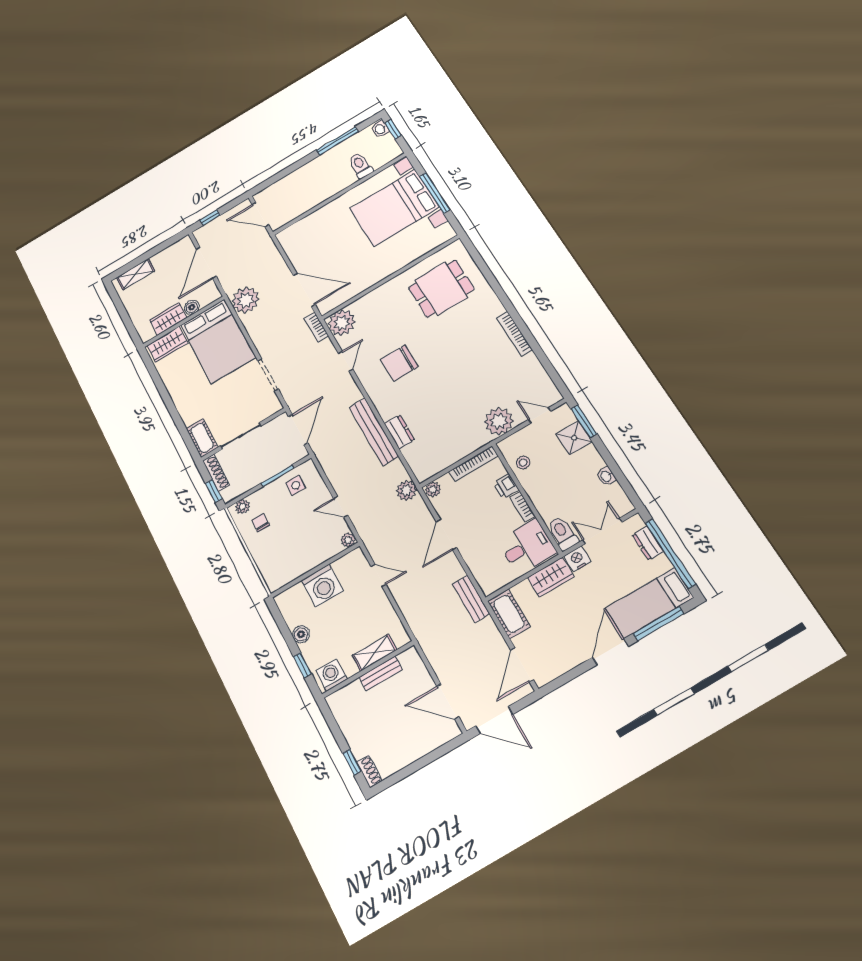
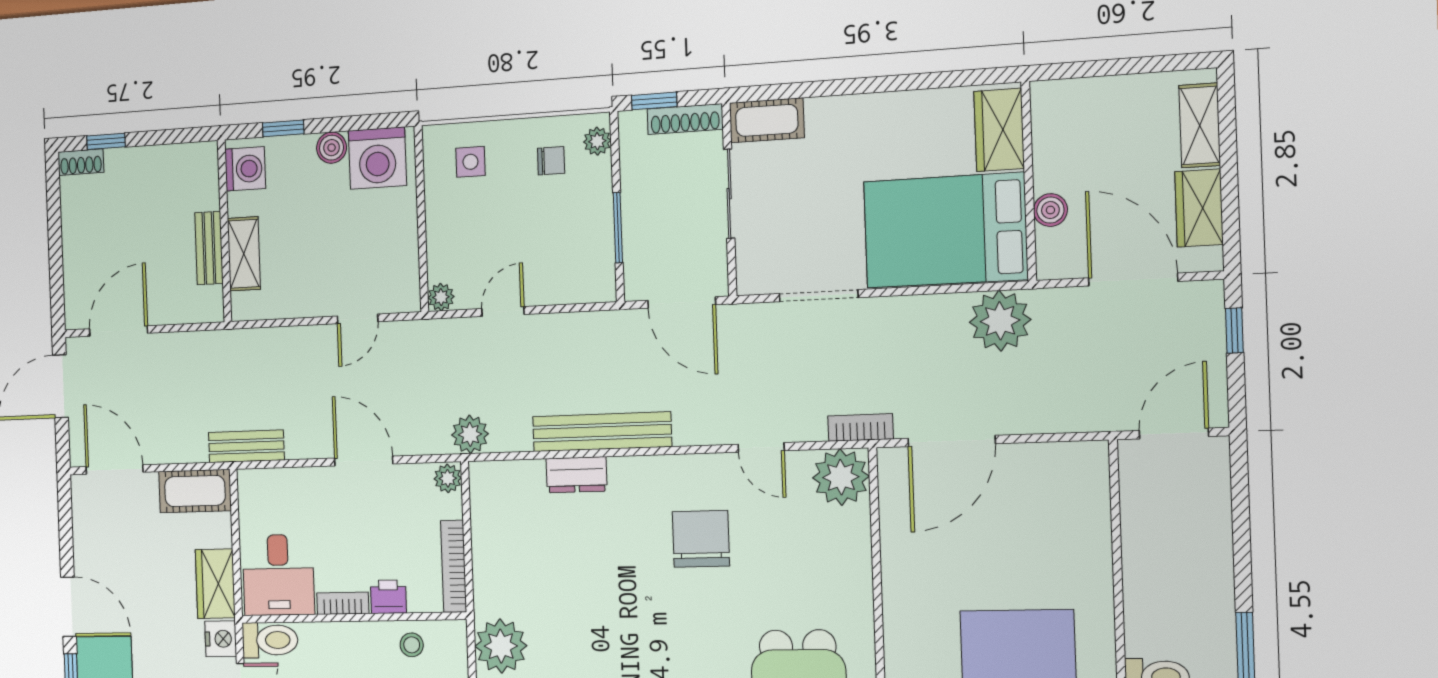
wardrobe: (168, 319) -> (1199, 208), moved, turned 180
side table: (296, 485) -> (470, 162), moved
washing machine: (322, 586) -> (377, 158), moved, turned -90

